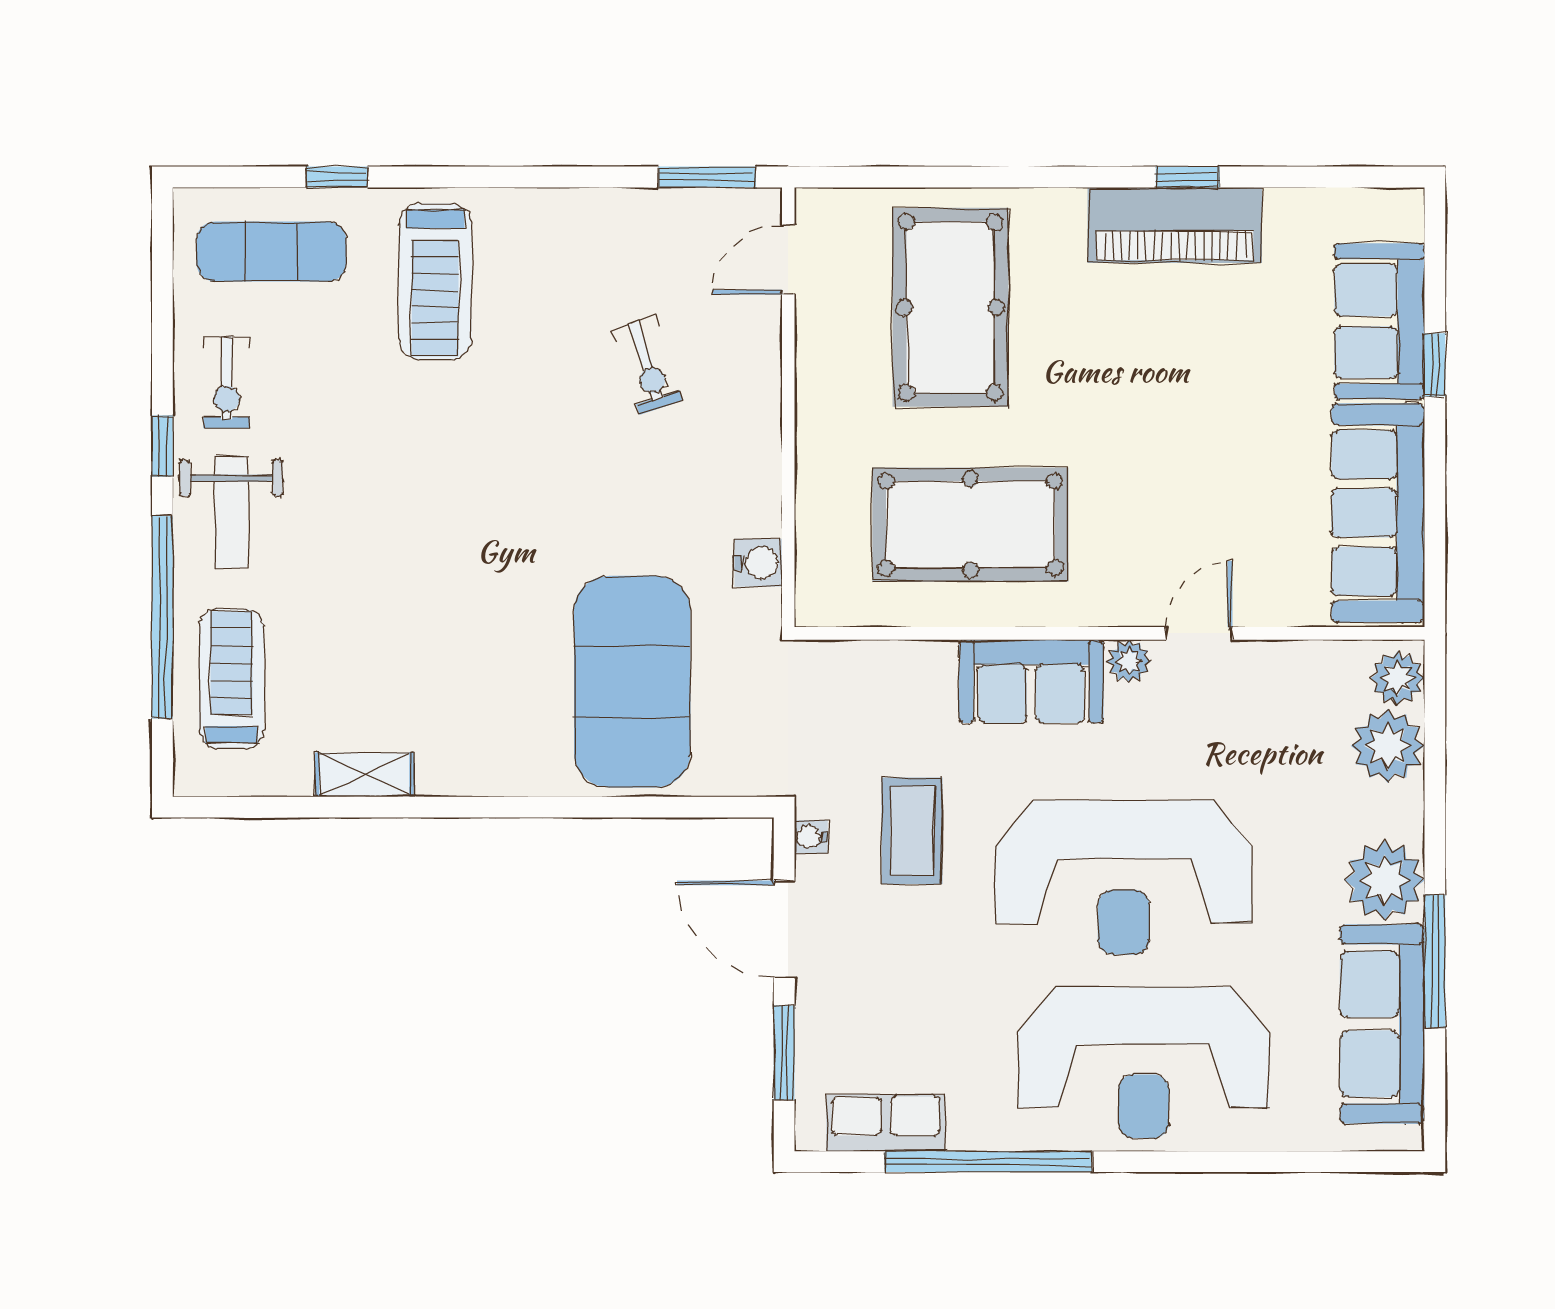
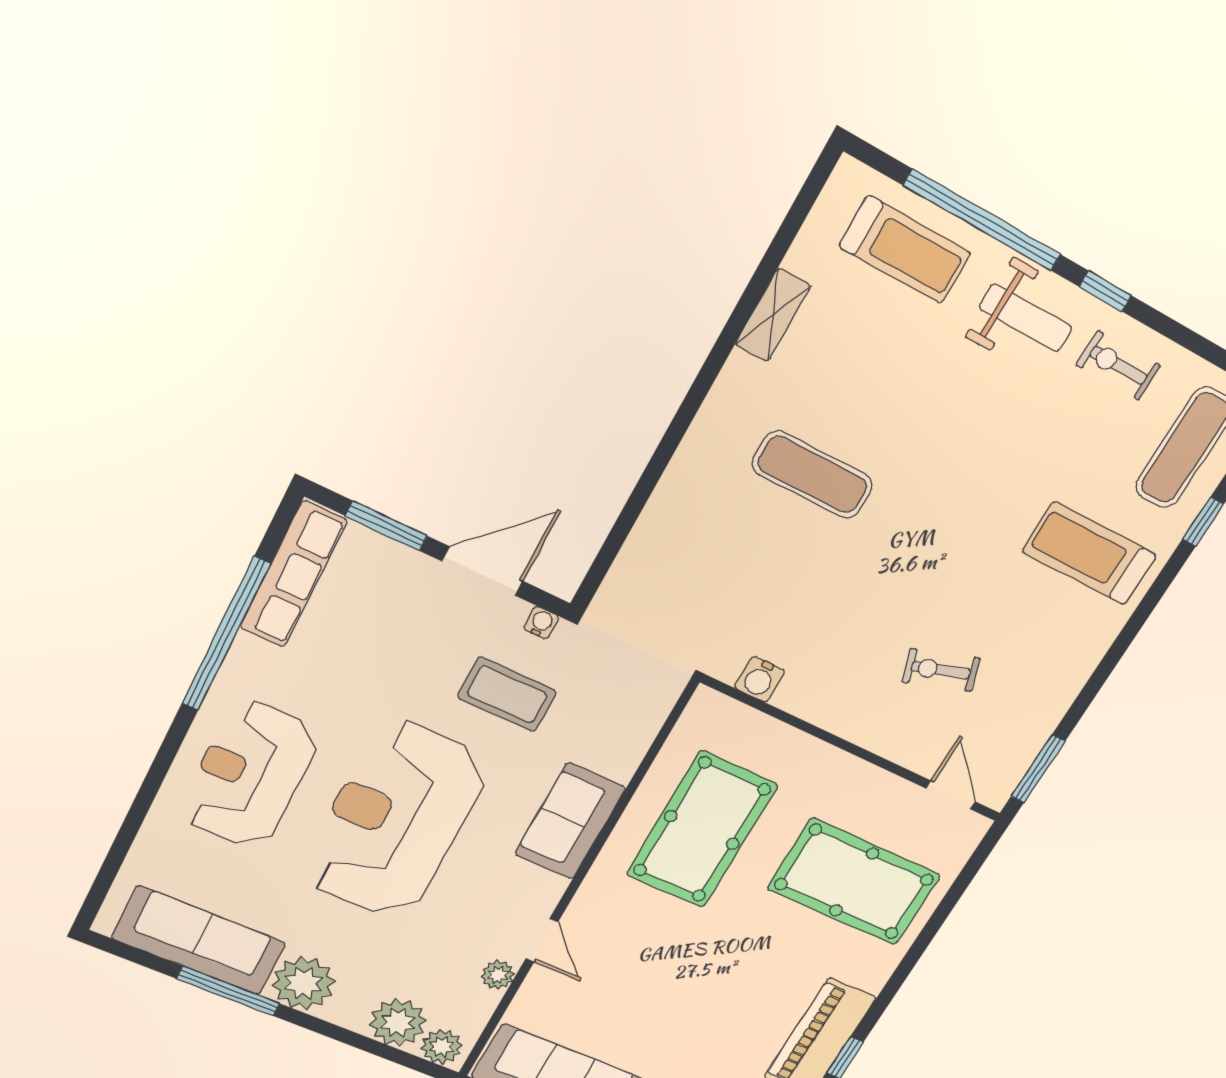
weight bench: (231, 512) -> (1026, 318), turned 180
plant: (1129, 661) -> (498, 975), moved
exercise mat: (632, 682) -> (813, 475), moved, width x0.50, depth x0.69
reception desk: (1144, 1062) -> (249, 775), width x0.74, depth x0.77
row of seats: (886, 1123) -> (293, 574), width x1.48

